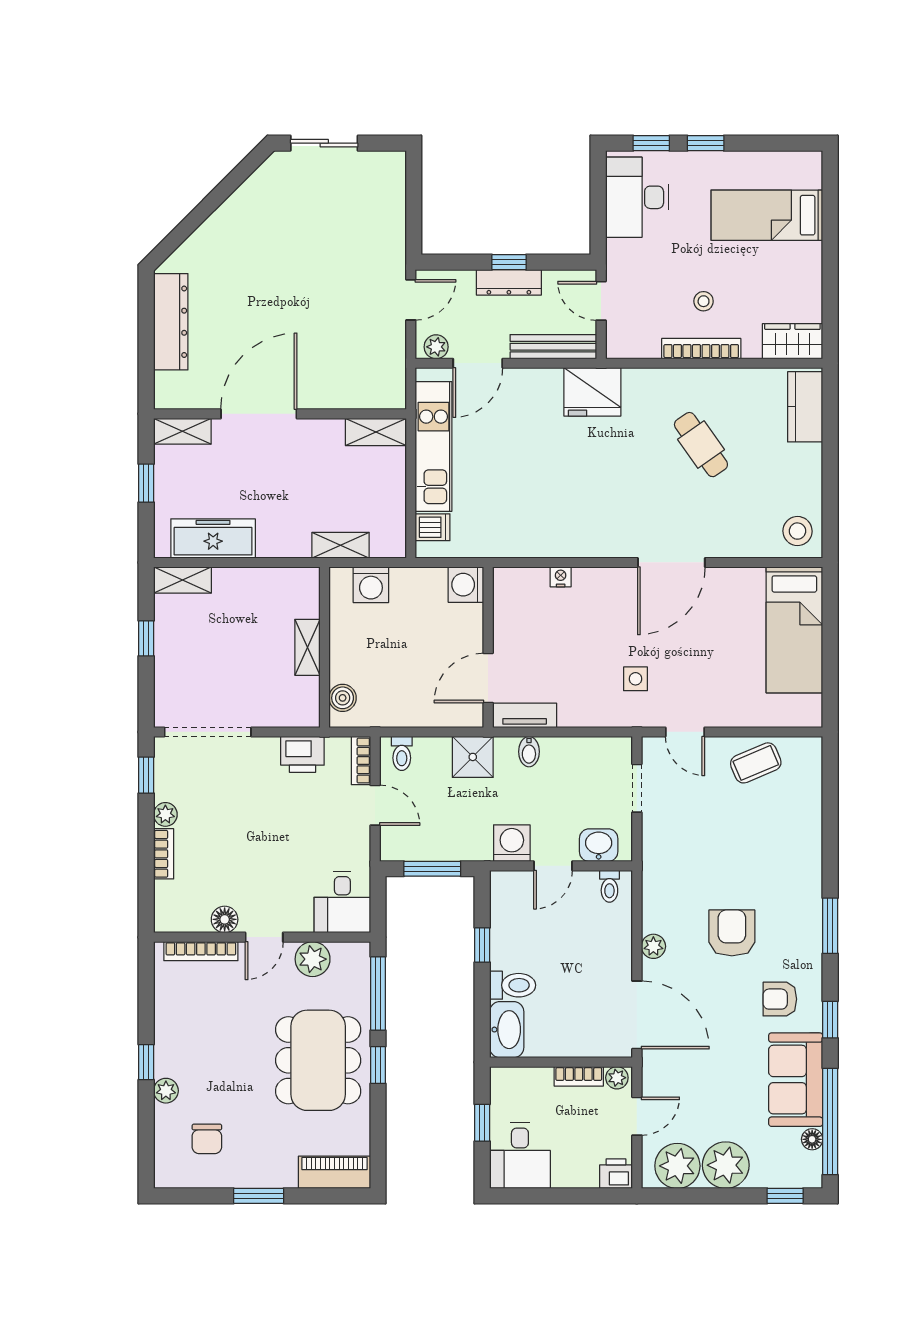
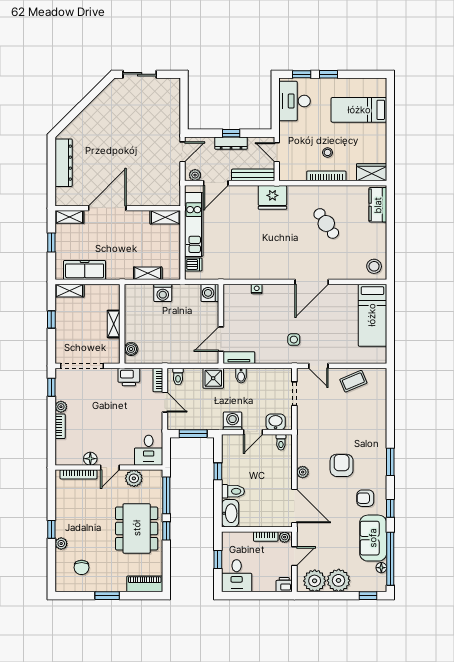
shelving: (307, 647) -> (114, 324), moved
wall: (325, 647) -> (122, 324), moved
boiler: (343, 698) -> (131, 349), moved

